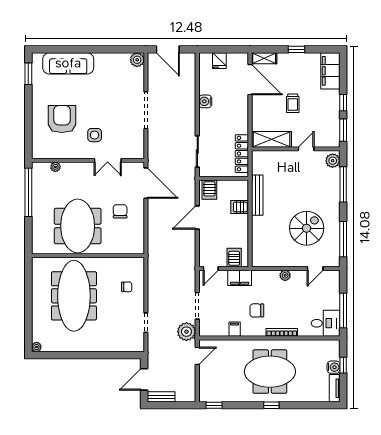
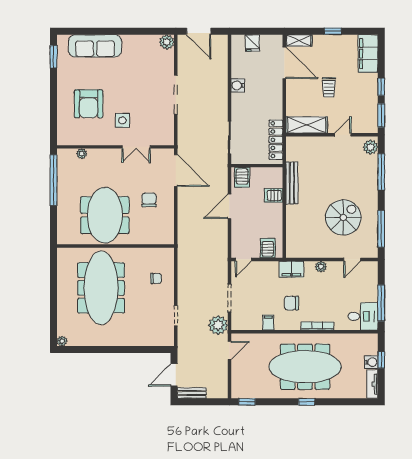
armchair: (62, 119) -> (89, 104), turned 180
filing cabinet: (240, 278) -> (291, 269), moved
meeting table: (270, 372) -> (305, 367), width x1.36

